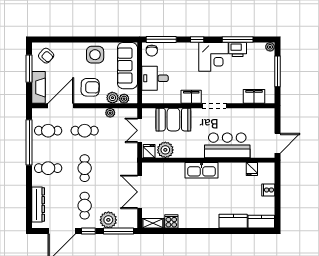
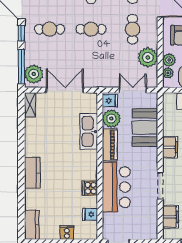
doorway: (214, 106) -> (160, 186), moved
plant: (110, 113) -> (148, 57), width x1.88, depth x1.88
piano: (189, 151) -> (110, 145), added
kitchen sink: (202, 170) -> (89, 132), moved
plant: (108, 220) -> (34, 74), moved
cooker: (171, 221) -> (90, 188), moved, turned 180
kitchen counter: (233, 221) -> (32, 173), moved

